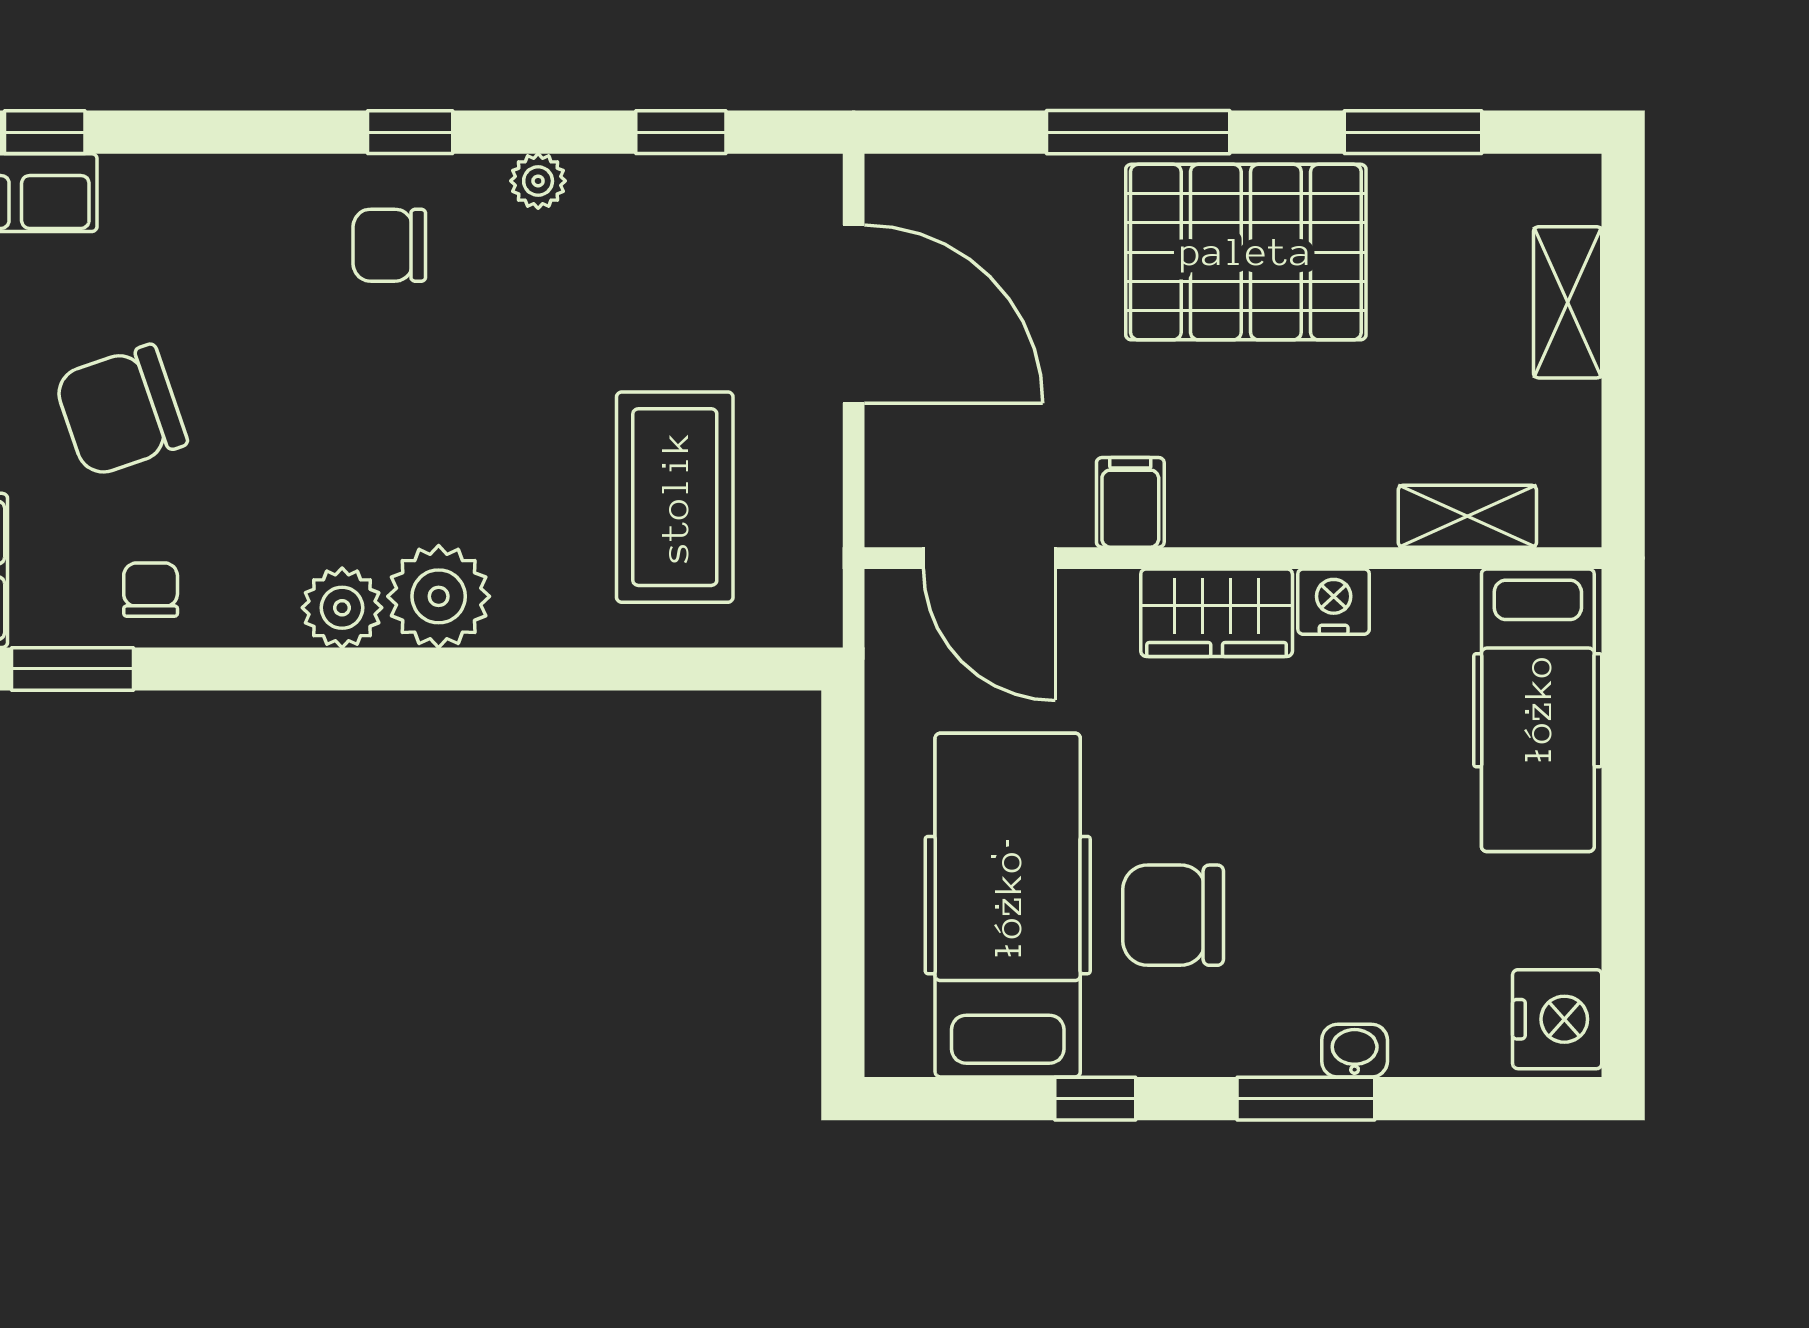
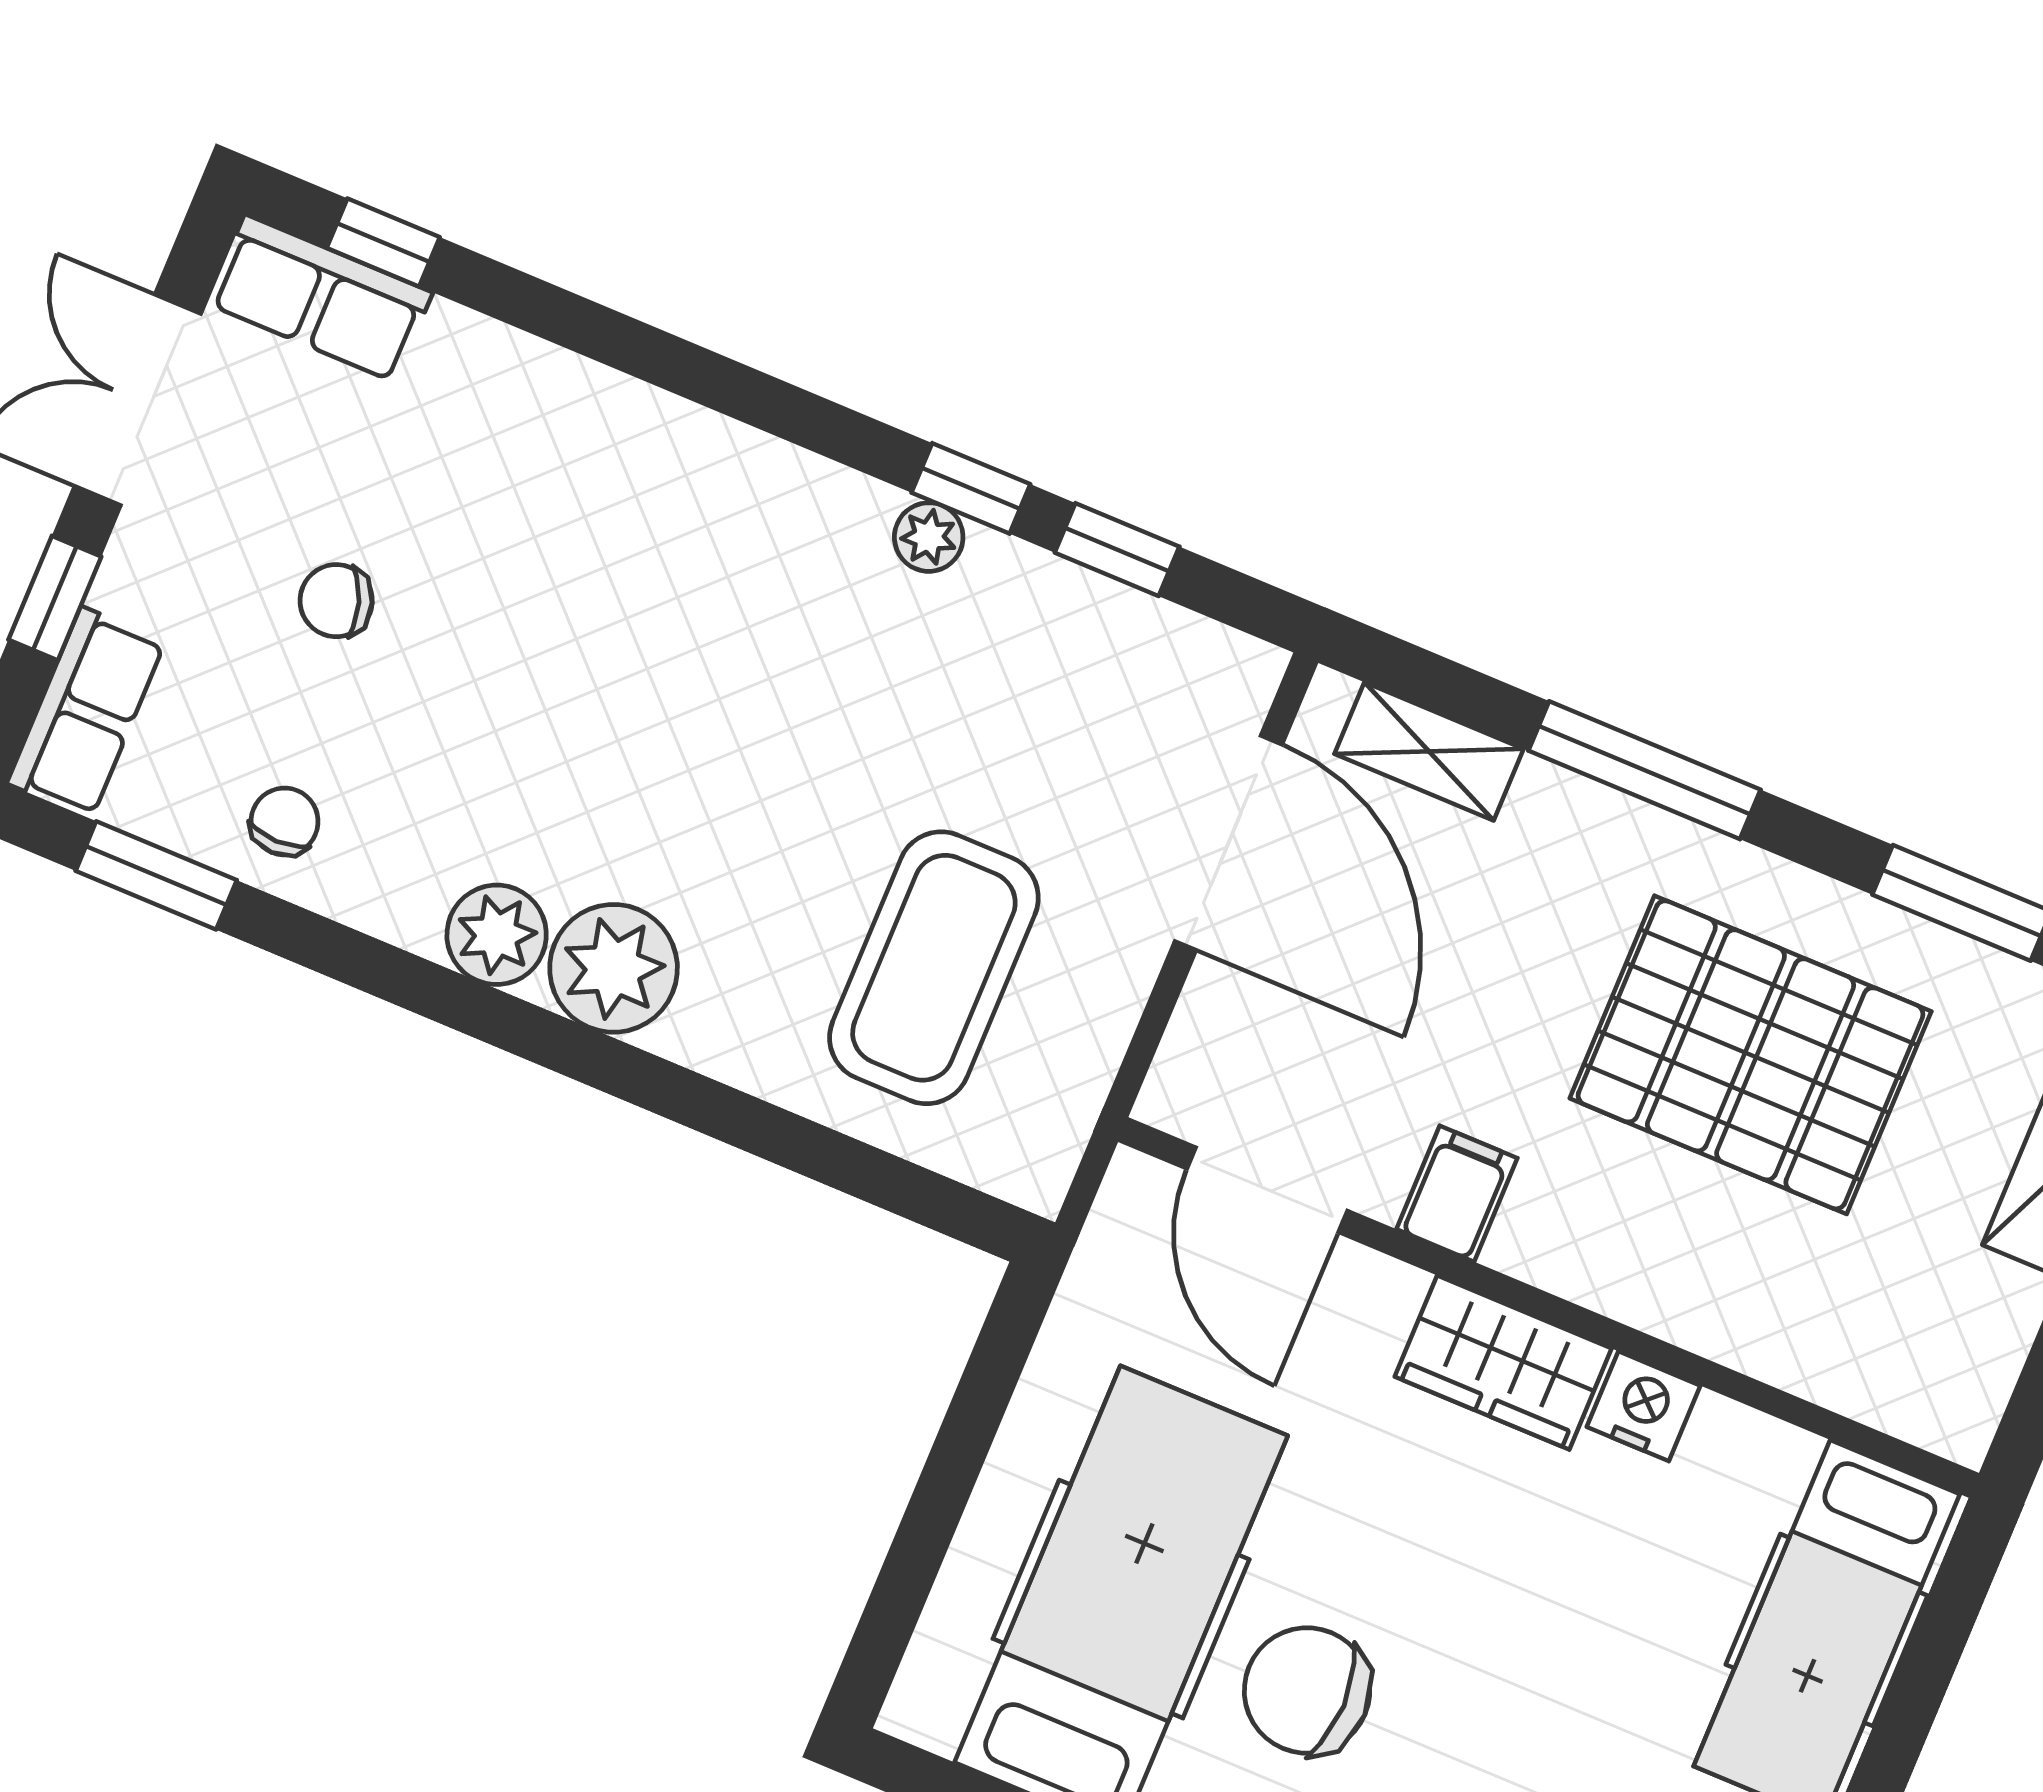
window: (410, 132) -> (971, 488), moved
chair: (389, 245) -> (726, 539), removed
pallet: (1246, 252) -> (1751, 1055), moved
chair: (121, 411) -> (336, 601), width x0.54, depth x0.54
shelving: (1467, 516) -> (1429, 751), moved

